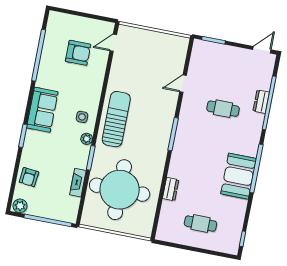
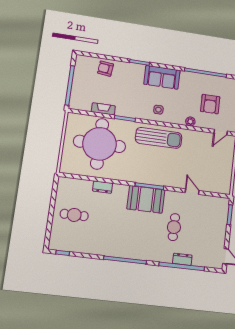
door: (113, 43) -> (221, 132), swing flipped
plant: (87, 139) -> (190, 121), moved
booth: (238, 176) -> (146, 199), moved
plant: (20, 206) -> (81, 62), removed
cafe table: (201, 224) -> (74, 215), turned 90

